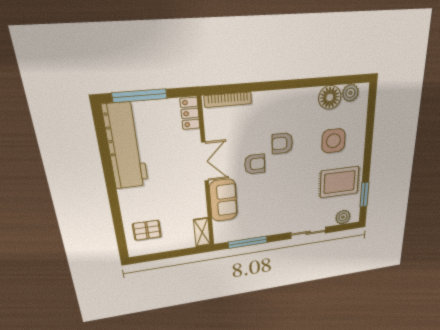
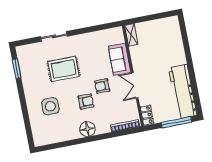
plant: (350, 93) -> (46, 139), removed
floor lamp: (330, 97) -> (87, 129), moved
rug: (339, 182) -> (64, 69), moved
plant: (343, 217) -> (29, 50), removed
pallet: (147, 230) -> (167, 36), removed
window: (248, 242) -> (98, 28), removed

